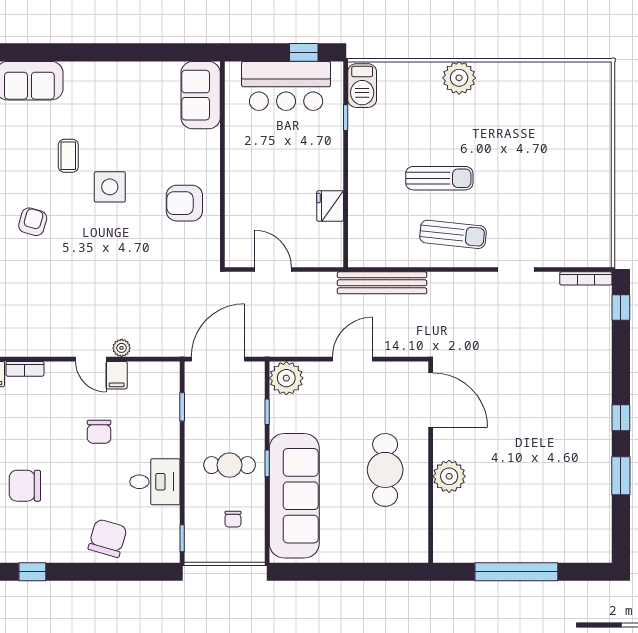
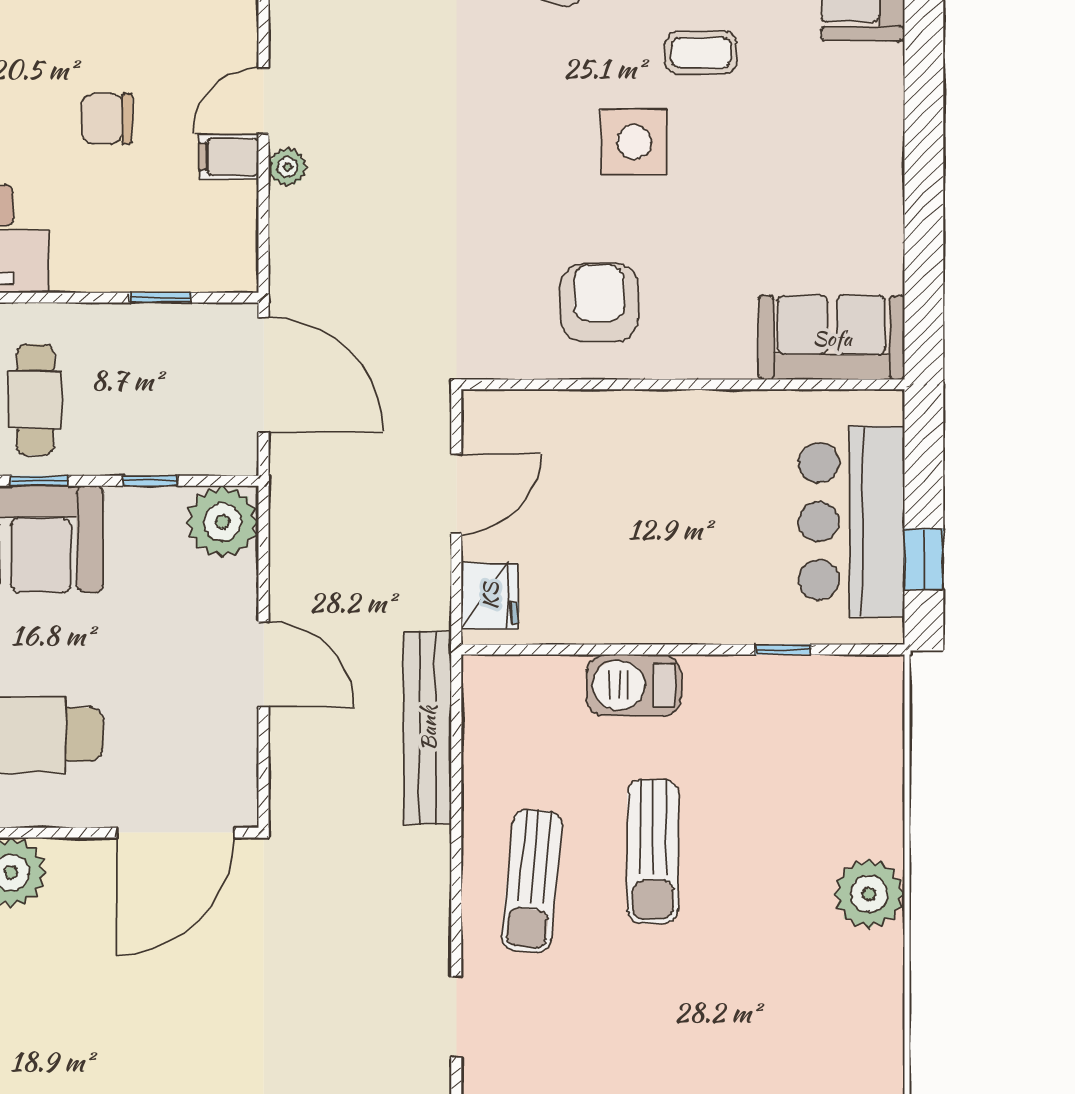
barbecue: (362, 86) -> (634, 685), moved
fridge: (330, 206) -> (490, 596), moved, turned 90

